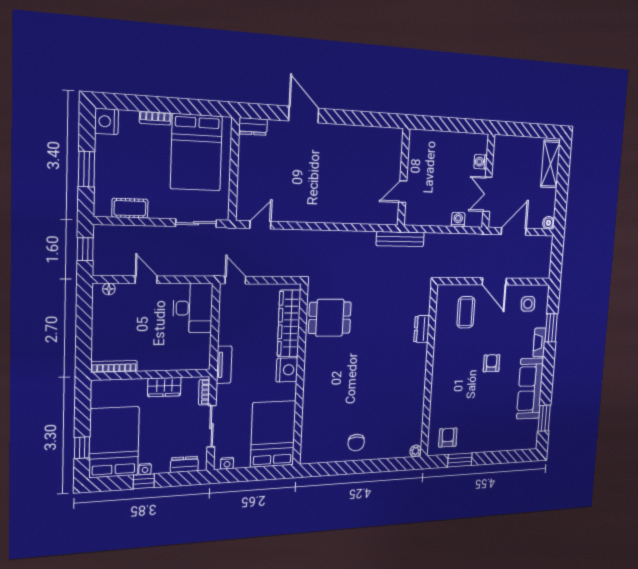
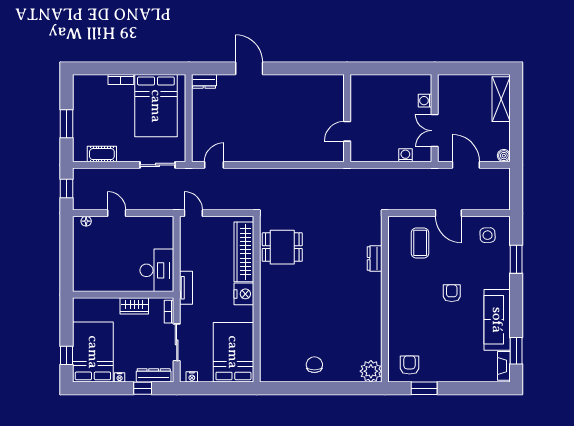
nightstand: (107, 121) -> (82, 85), removed
door: (514, 231) -> (466, 165), hinge flipped
bench: (400, 239) -> (347, 175), removed
desk: (193, 308) -> (157, 270), moved
fireplace: (539, 342) -> (504, 366), moved
bookcase: (114, 367) -> (92, 287), removed
chair: (356, 443) -> (314, 365), turned 180
plant: (416, 451) -> (371, 371), width x1.87, depth x1.87
dresser: (184, 464) -> (154, 375), width x1.44
window: (144, 481) -> (143, 388), moved

